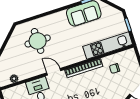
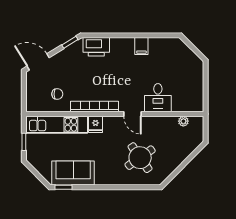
round table: (38, 41) -> (140, 158), turned -35
fridge: (79, 55) -> (96, 124), added

